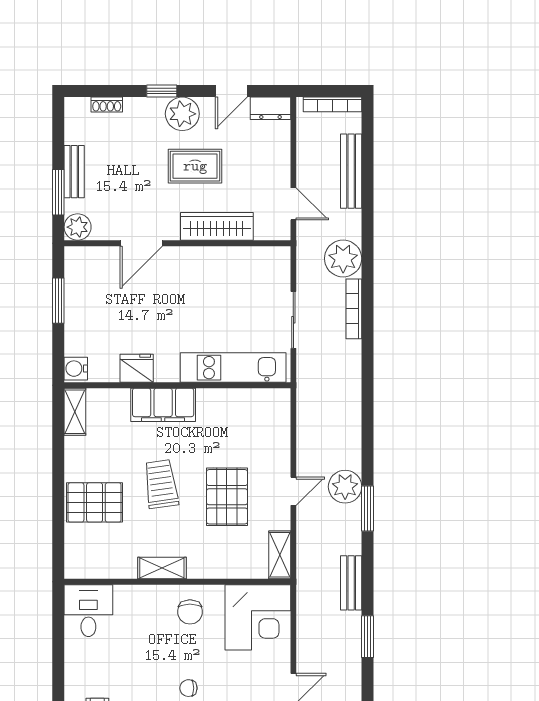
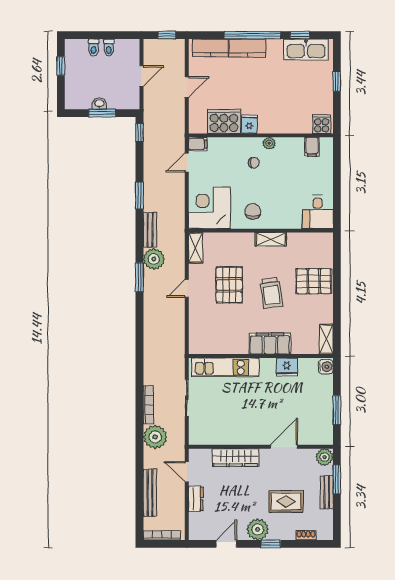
dresser: (270, 108) -> (196, 499), moved, turned 90
rug: (195, 166) -> (286, 501), moved
plant: (345, 487) -> (154, 259), moved

